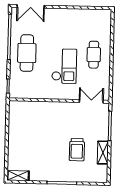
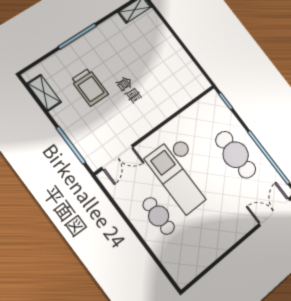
checkout: (64, 66) -> (182, 174), width x1.36, depth x1.21
trolley: (77, 150) -> (90, 87), turned 180
shelving: (103, 153) -> (44, 93), moved

